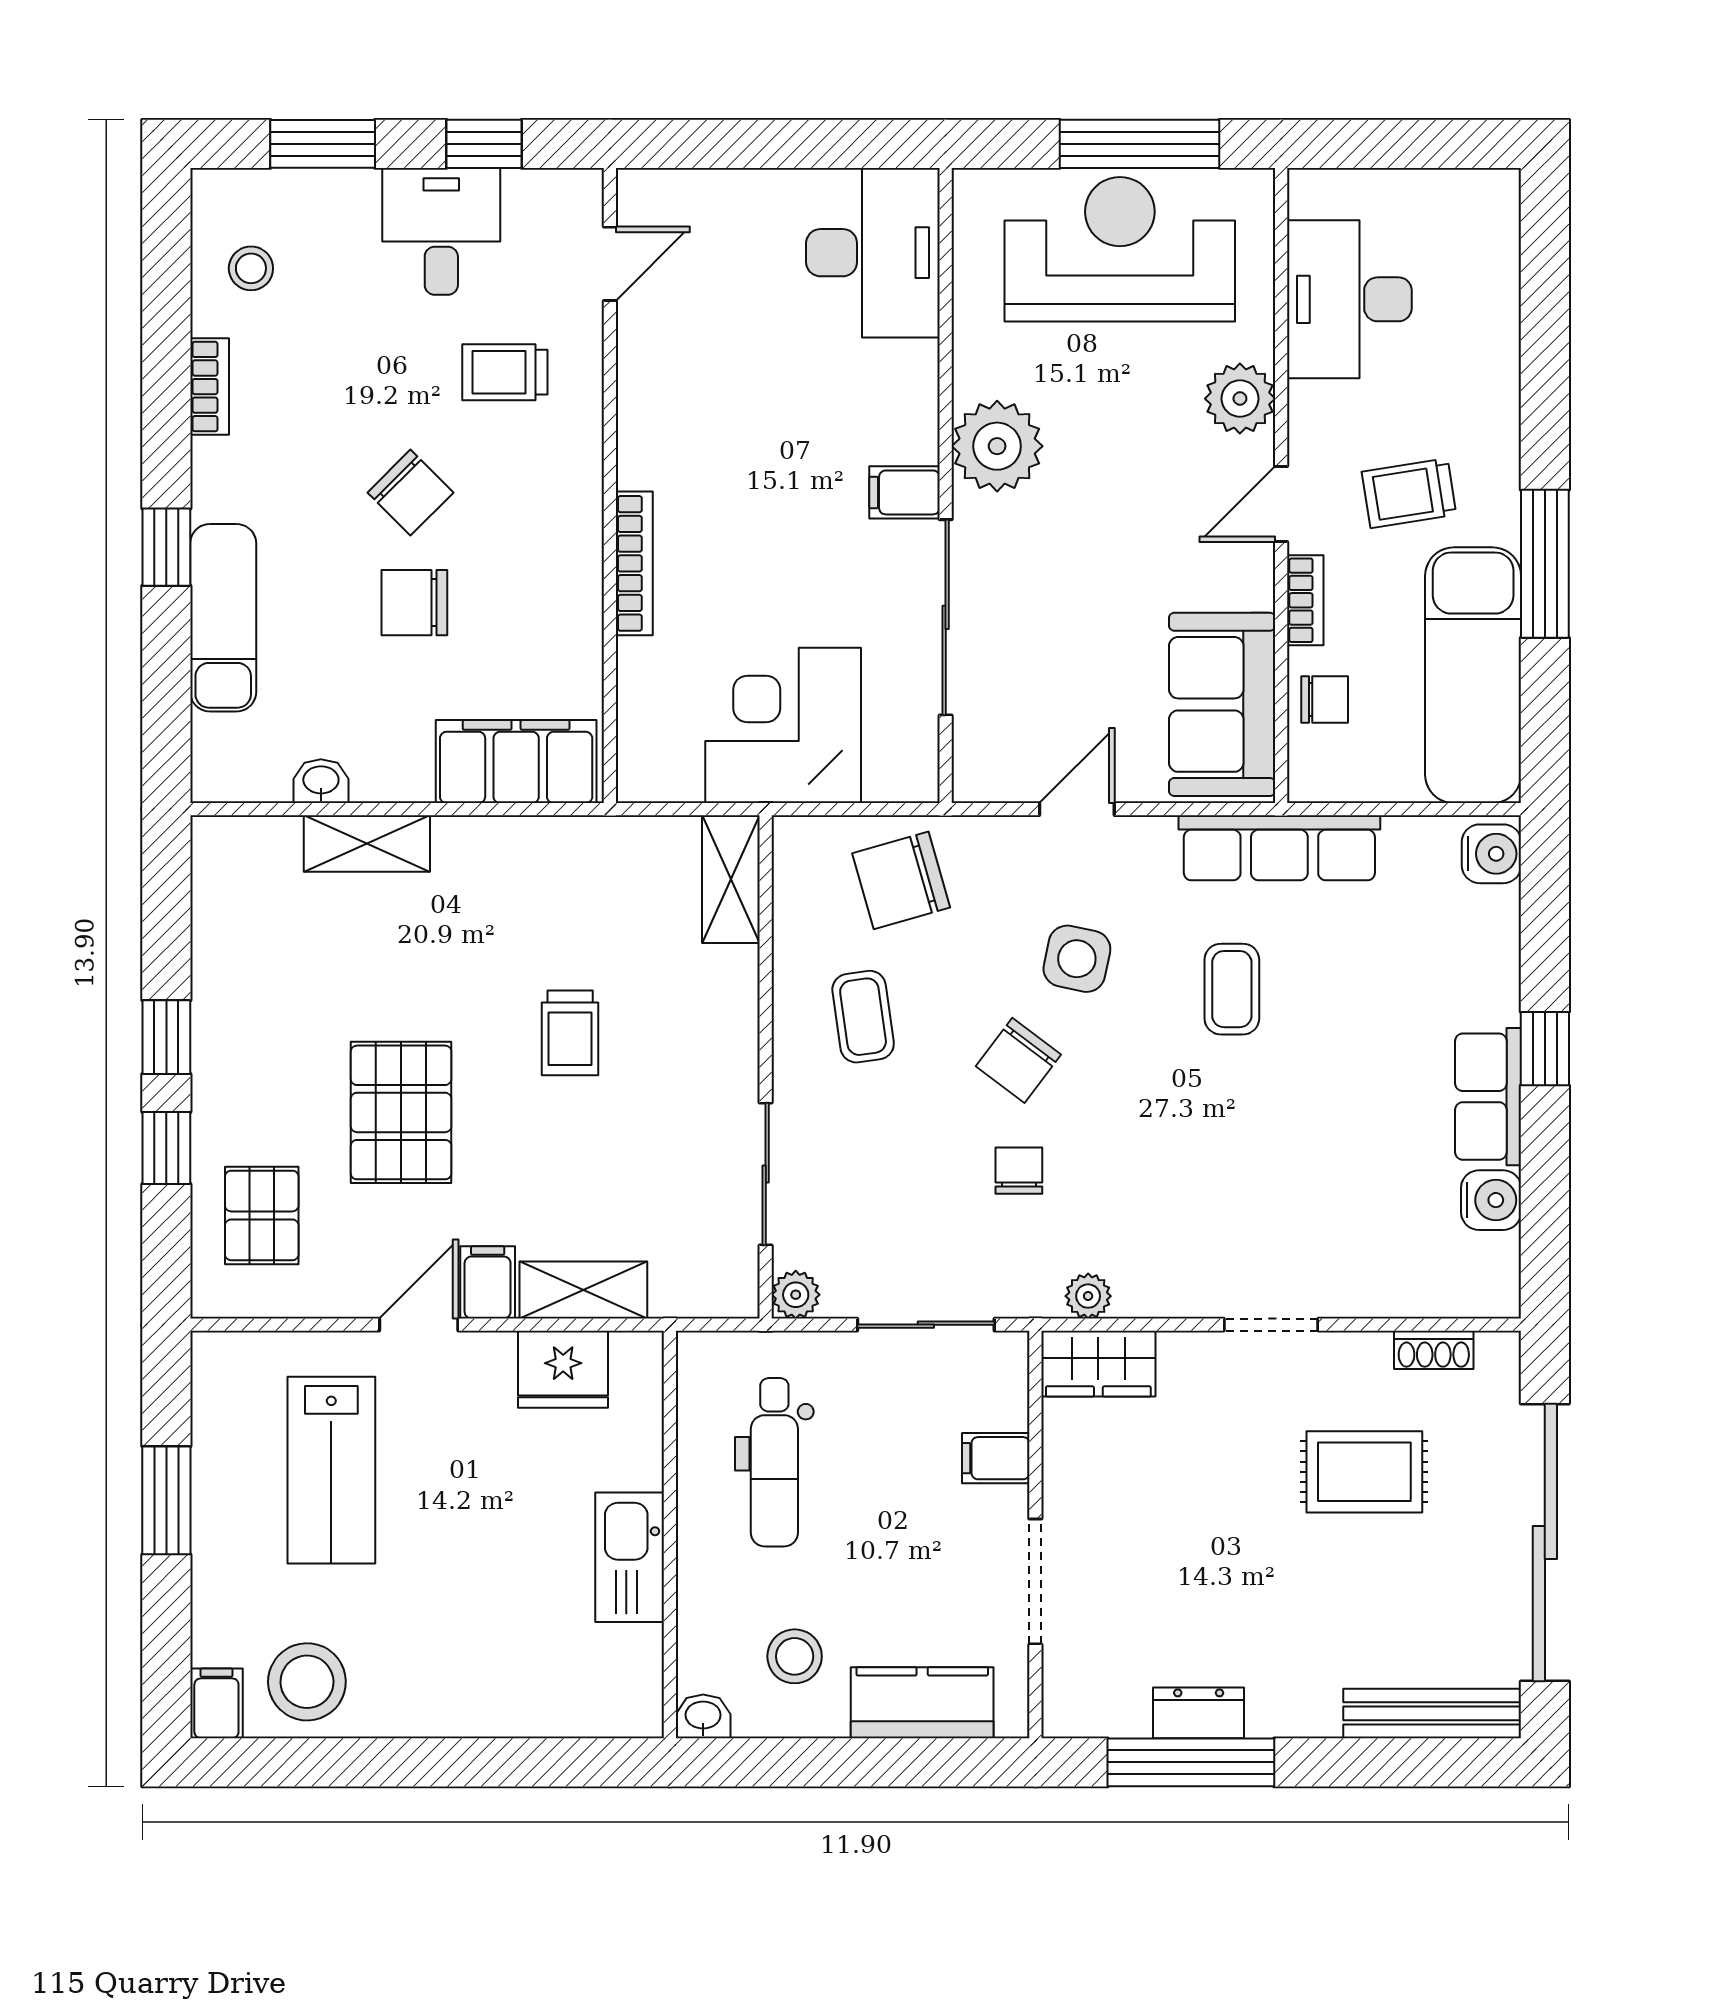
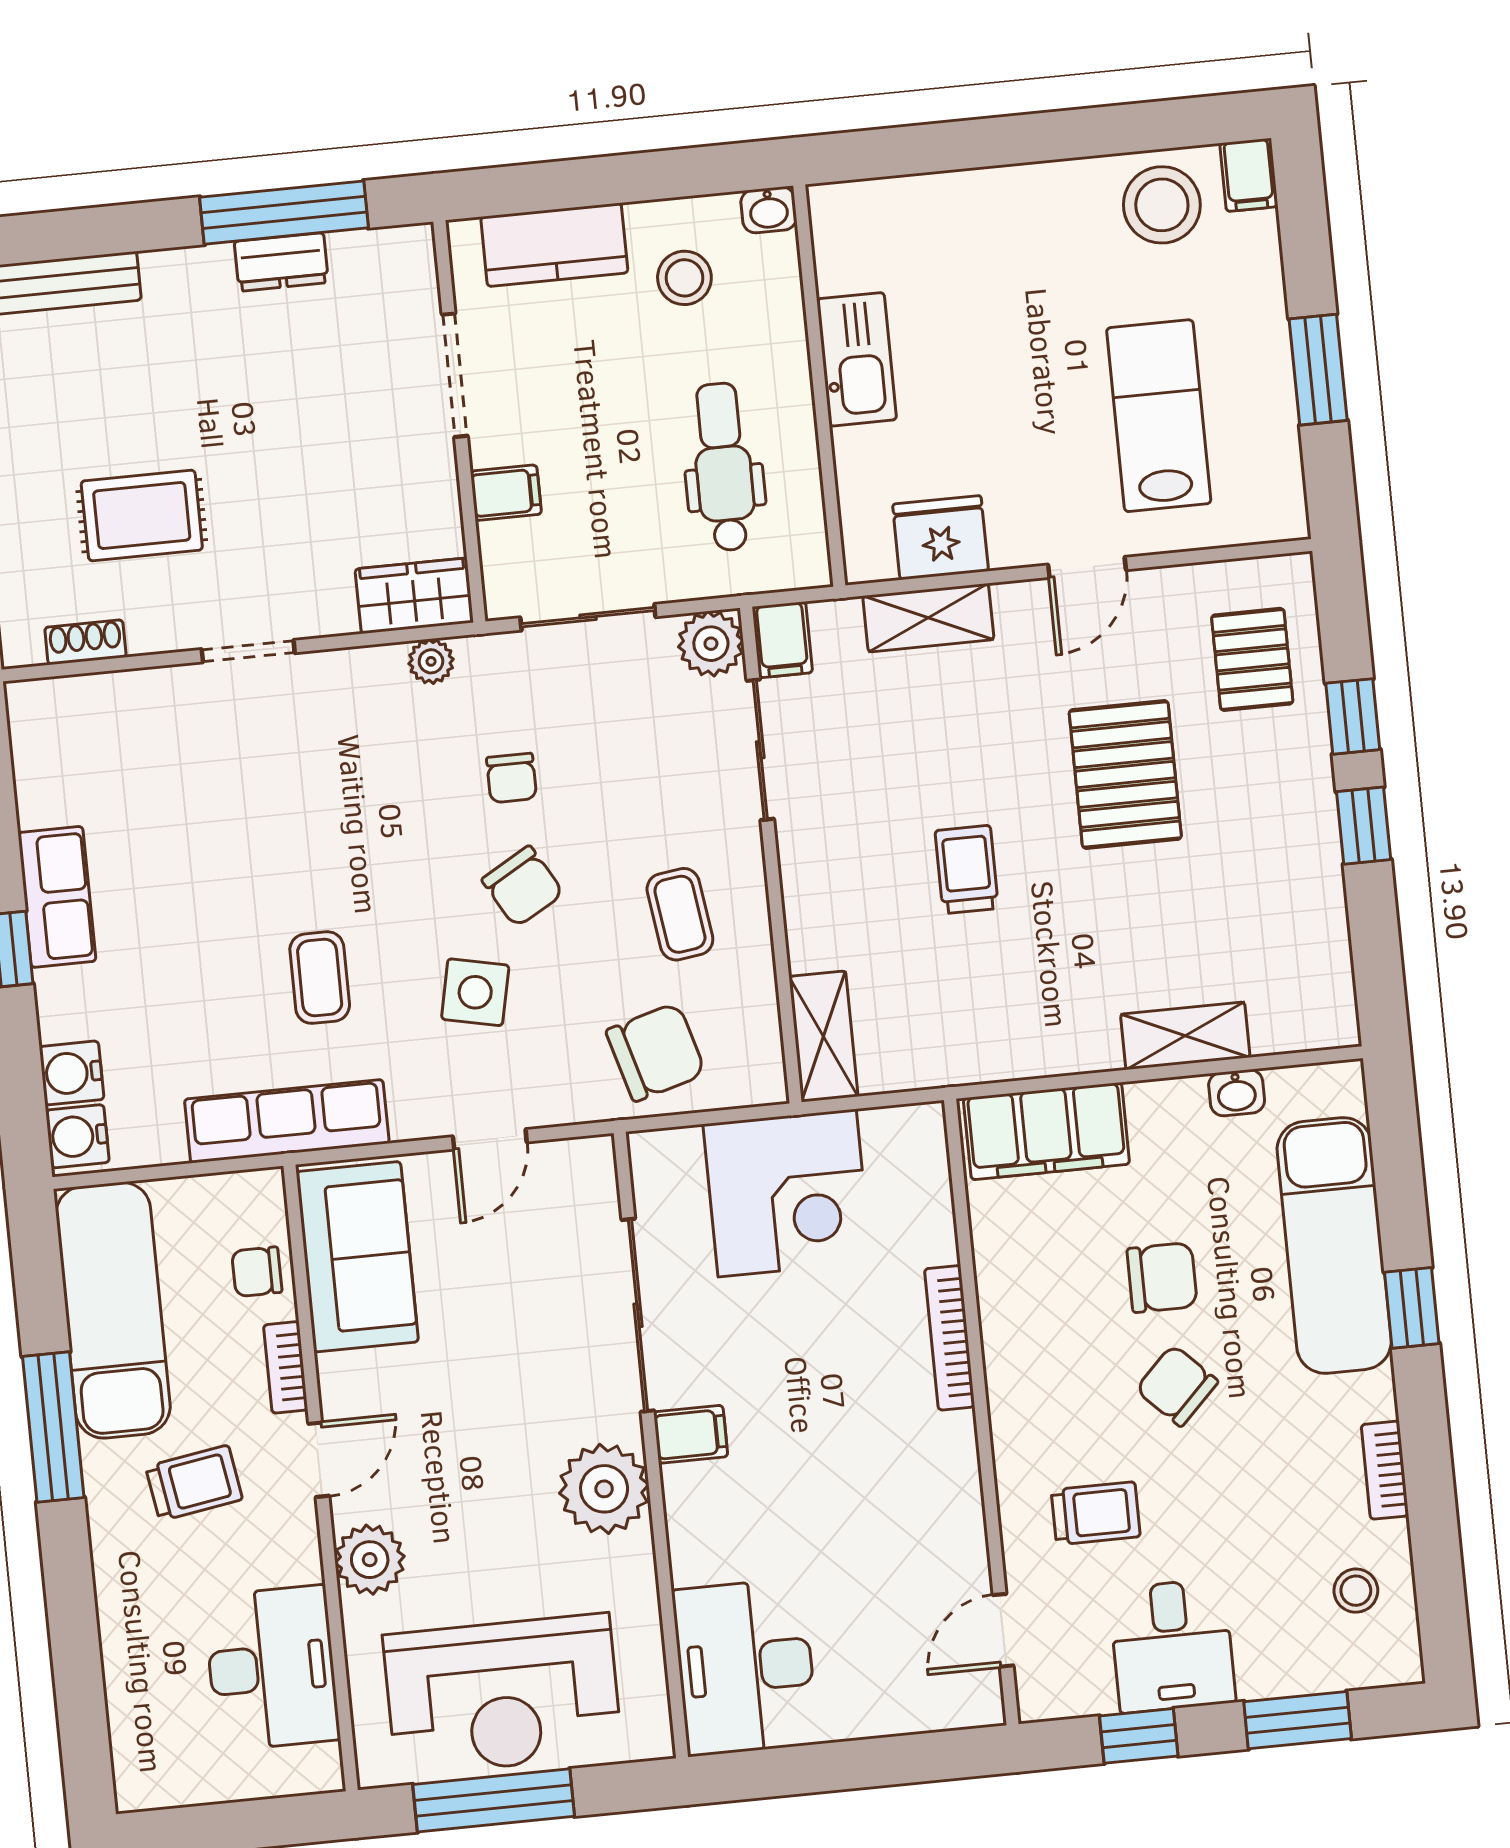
exam couch: (223, 618) -> (1334, 1245), width x1.36, depth x1.45
chair: (1018, 1060) -> (523, 886), turned 113
water cooler: (1491, 1200) -> (72, 1073), moved
filing cabinet: (488, 1282) -> (782, 640), moved
plant: (796, 1295) -> (711, 644), width x1.38, depth x1.38

